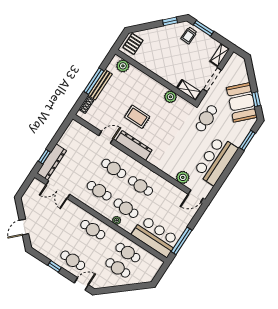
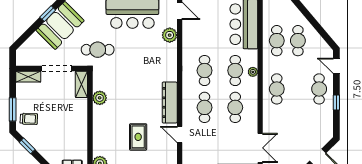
rug: (137, 117) -> (138, 137), moved

